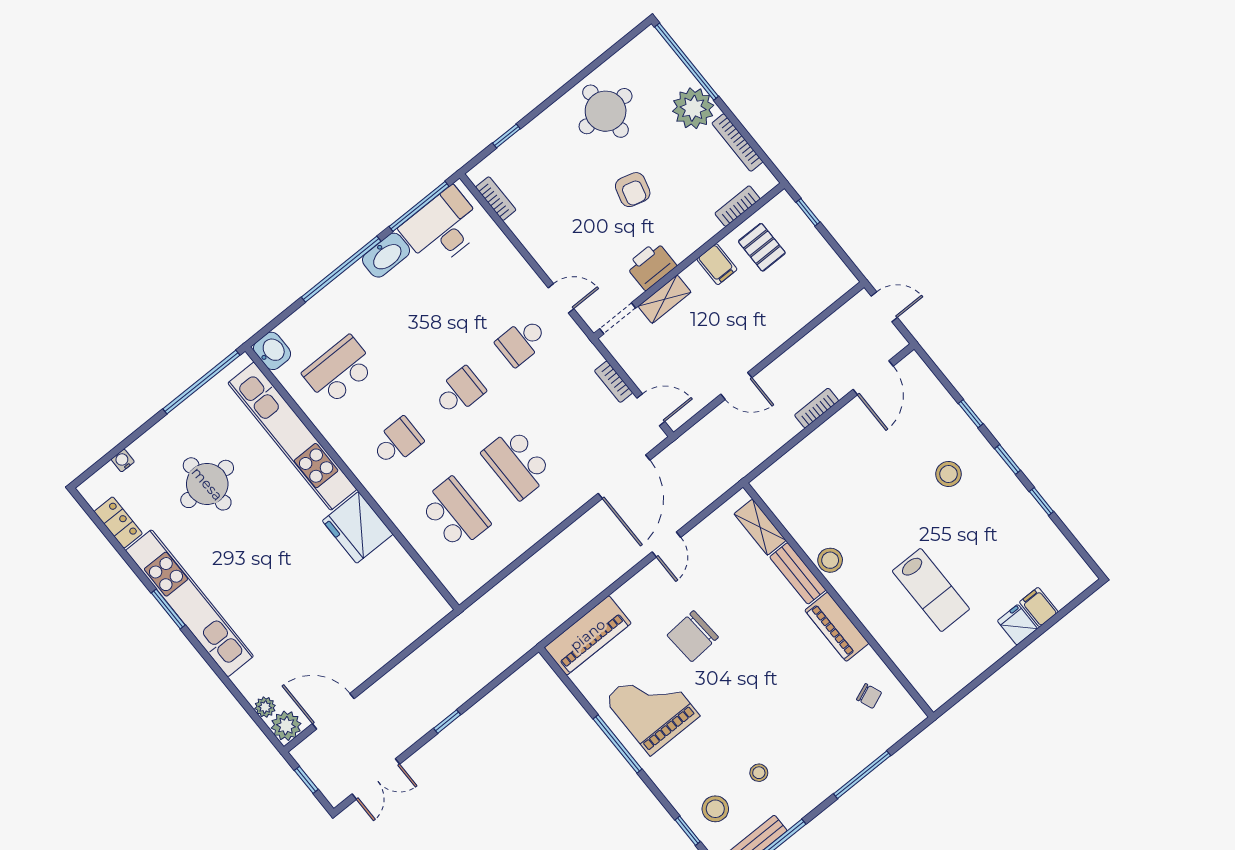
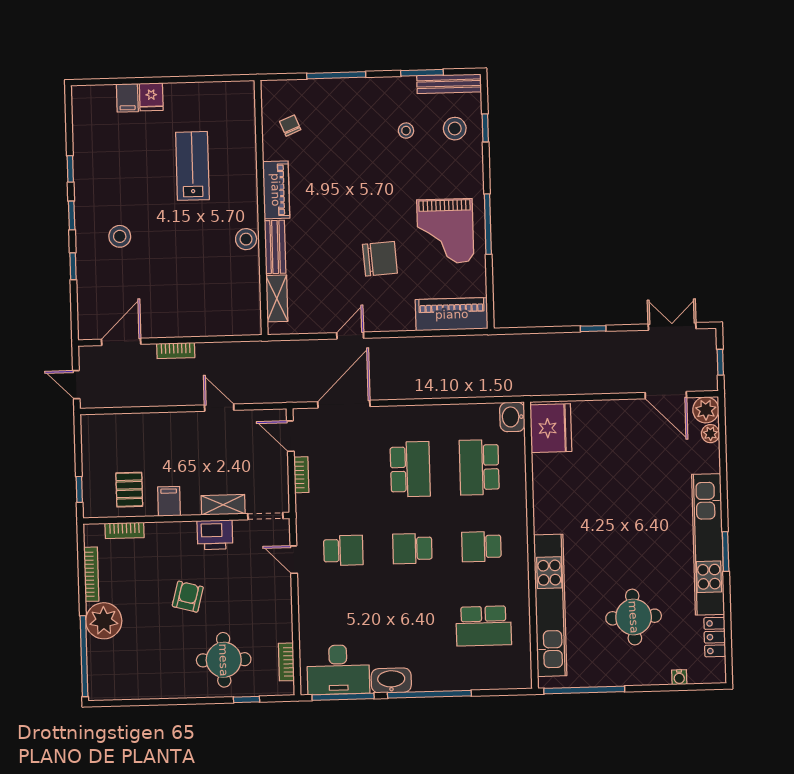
round table: (606, 111) -> (224, 660), moved
washbasin: (272, 351) -> (512, 417), moved
fridge: (358, 527) -> (551, 428), moved

